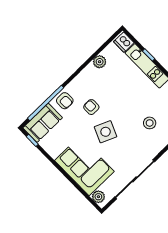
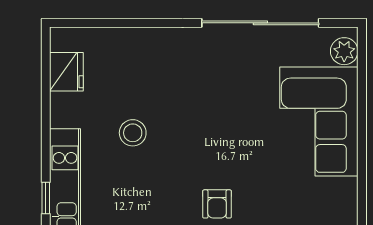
stool: (150, 123) -> (133, 133), moved
side table: (106, 132) -> (233, 143), removed

